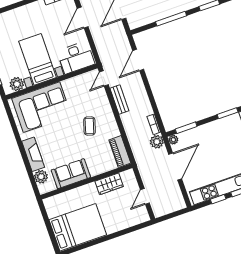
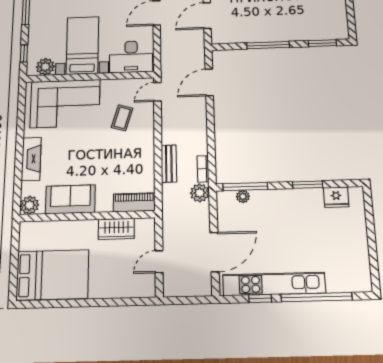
bench: (119, 100) -> (169, 164), moved
coffee table: (89, 126) -> (122, 118), moved
window: (186, 128) -> (245, 187), width x1.44
plant: (173, 140) -> (243, 196), moved
piano: (120, 152) -> (134, 202), moved, turned 90
door: (175, 167) -> (214, 252), moved
plant: (41, 177) -> (30, 205), moved

